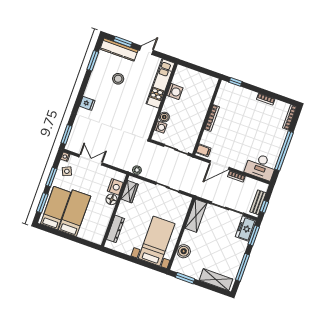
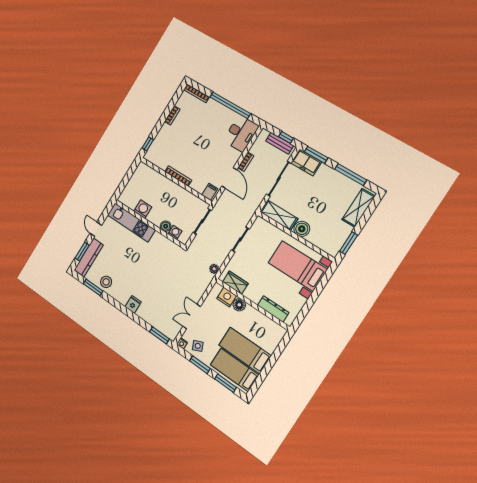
stool: (118, 79) -> (106, 282), moved
boiler: (184, 251) -> (302, 229), moved

